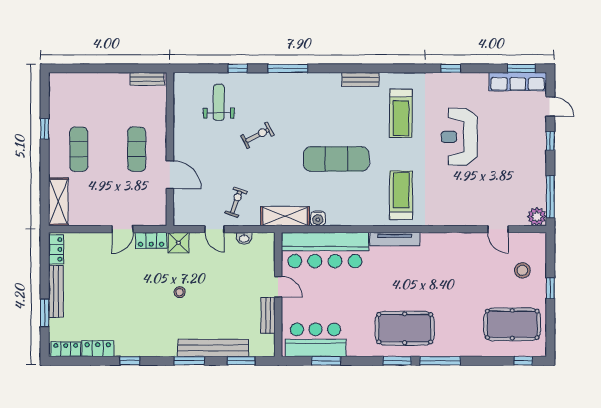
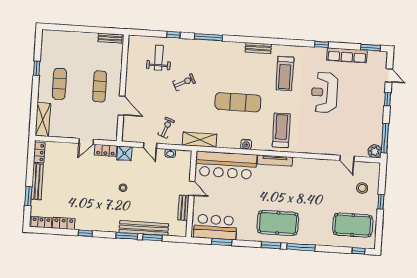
row of seats: (518, 82) -> (347, 55), moved
water cooler: (318, 218) -> (246, 144), moved
window: (241, 361) -> (152, 238), moved

